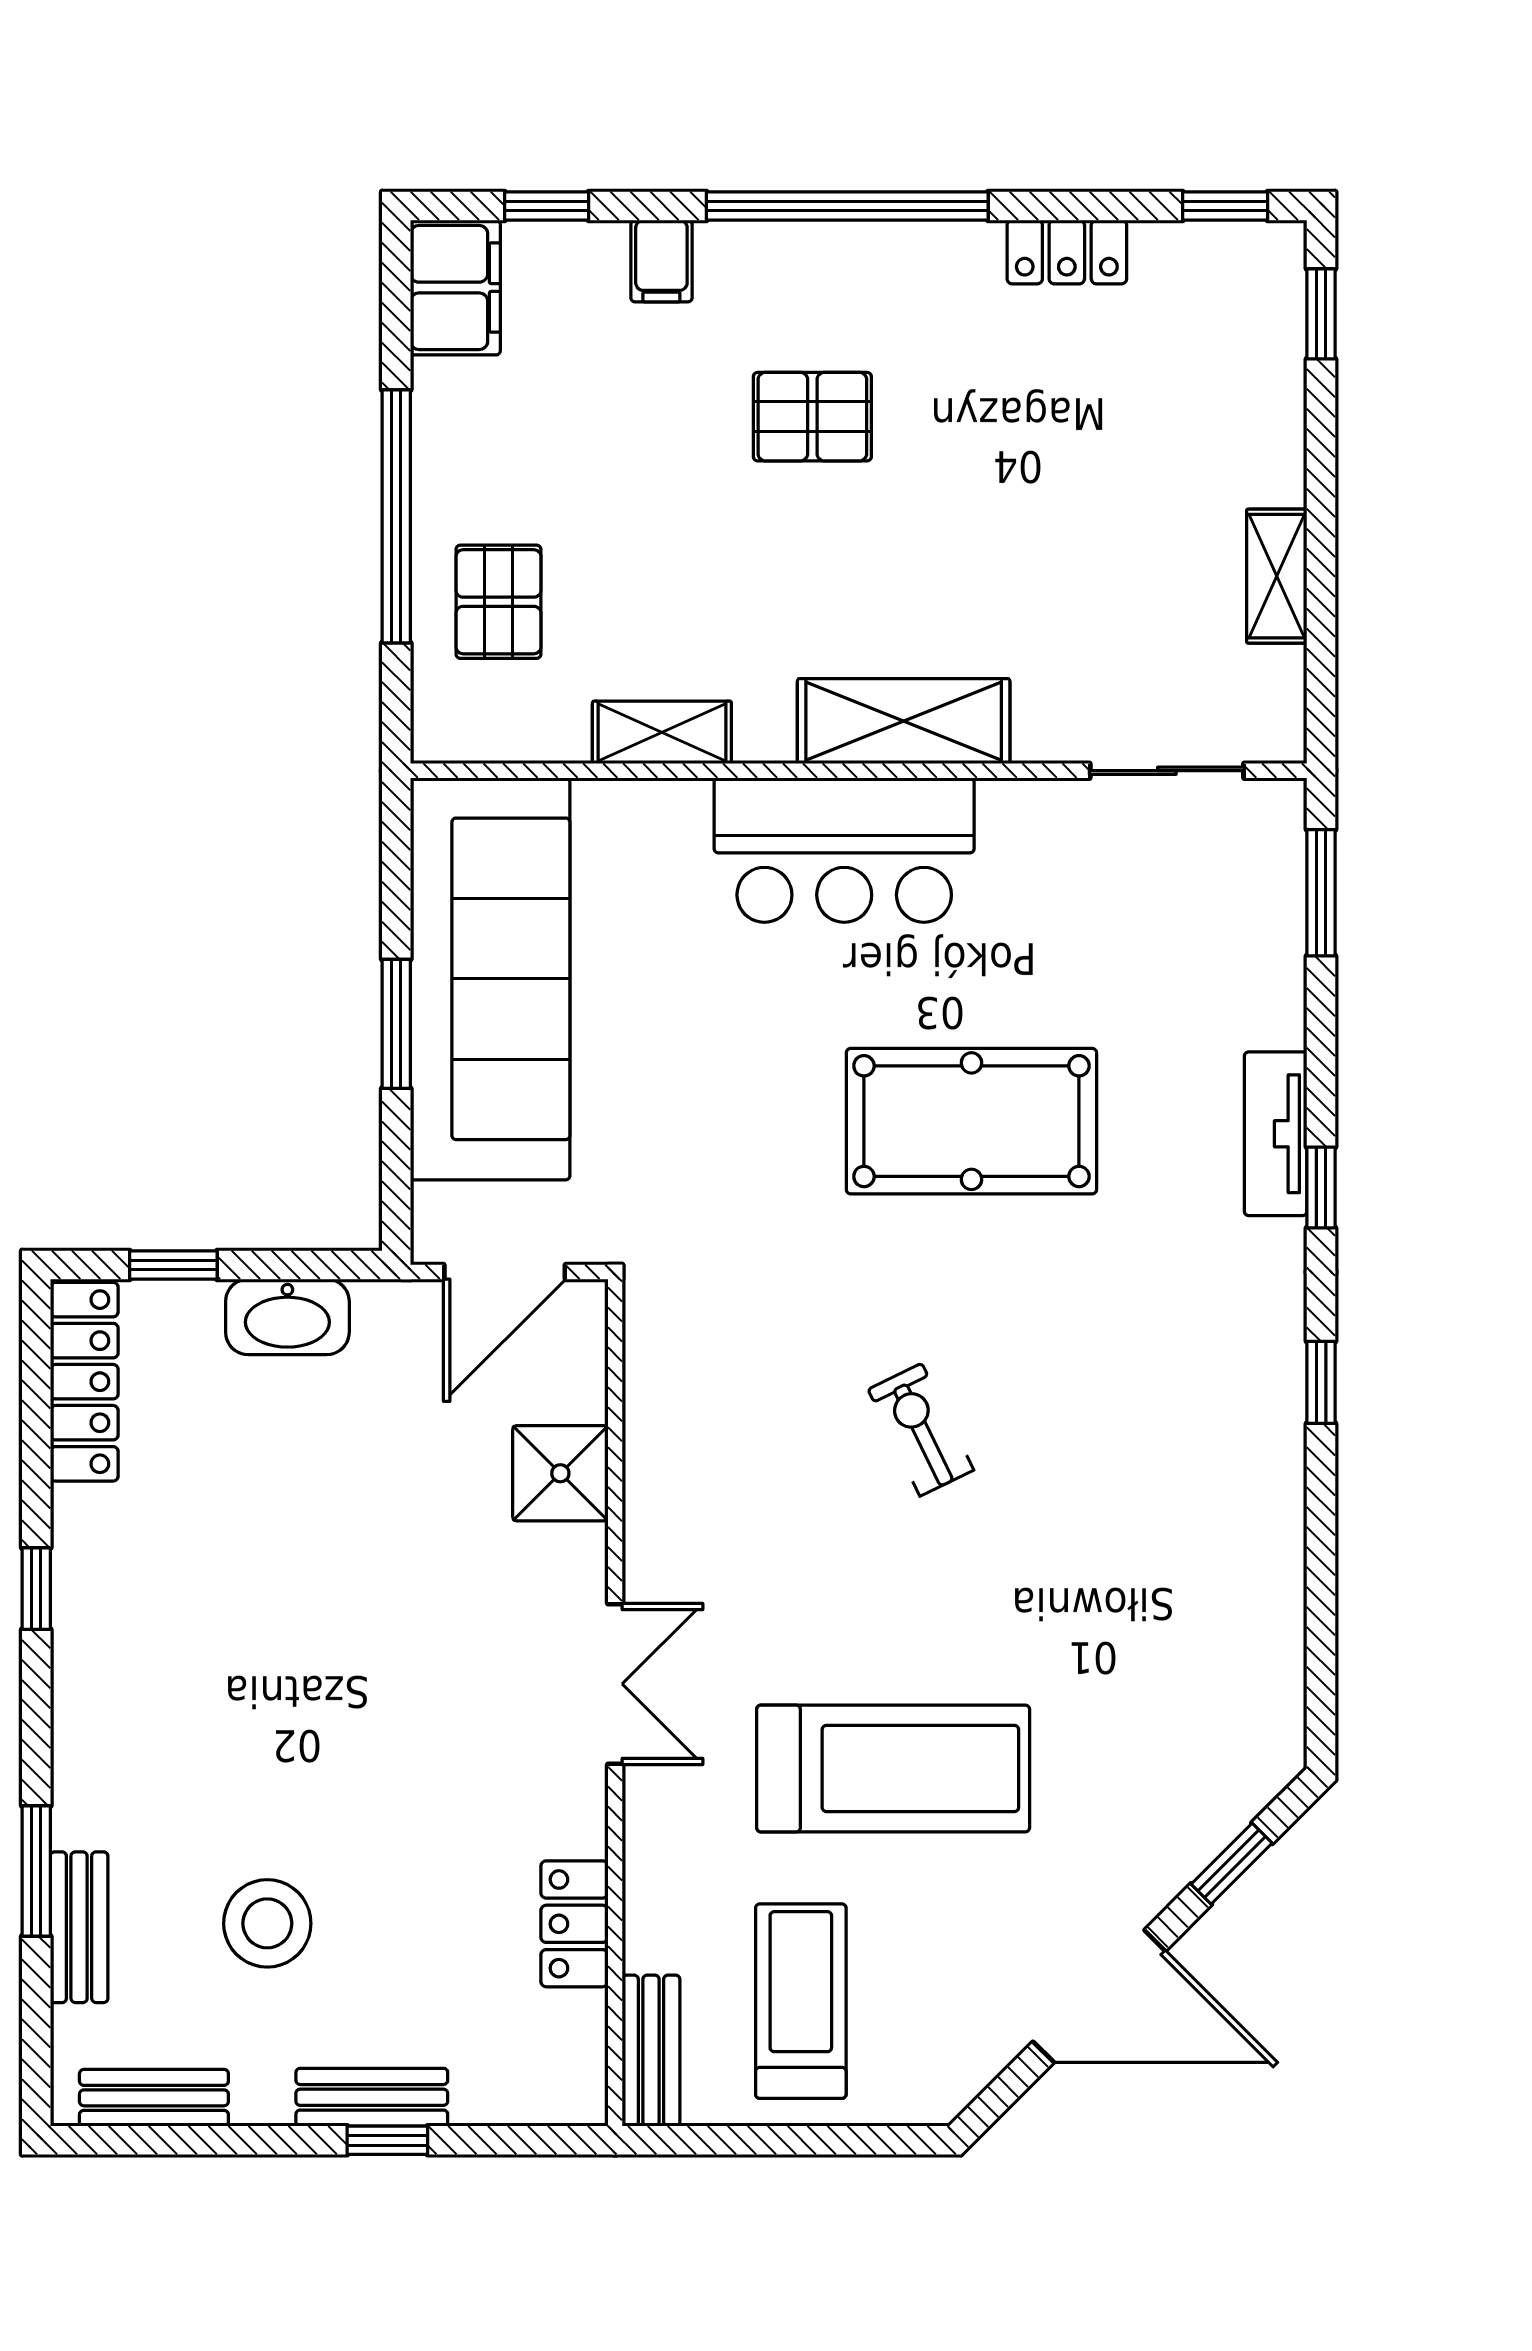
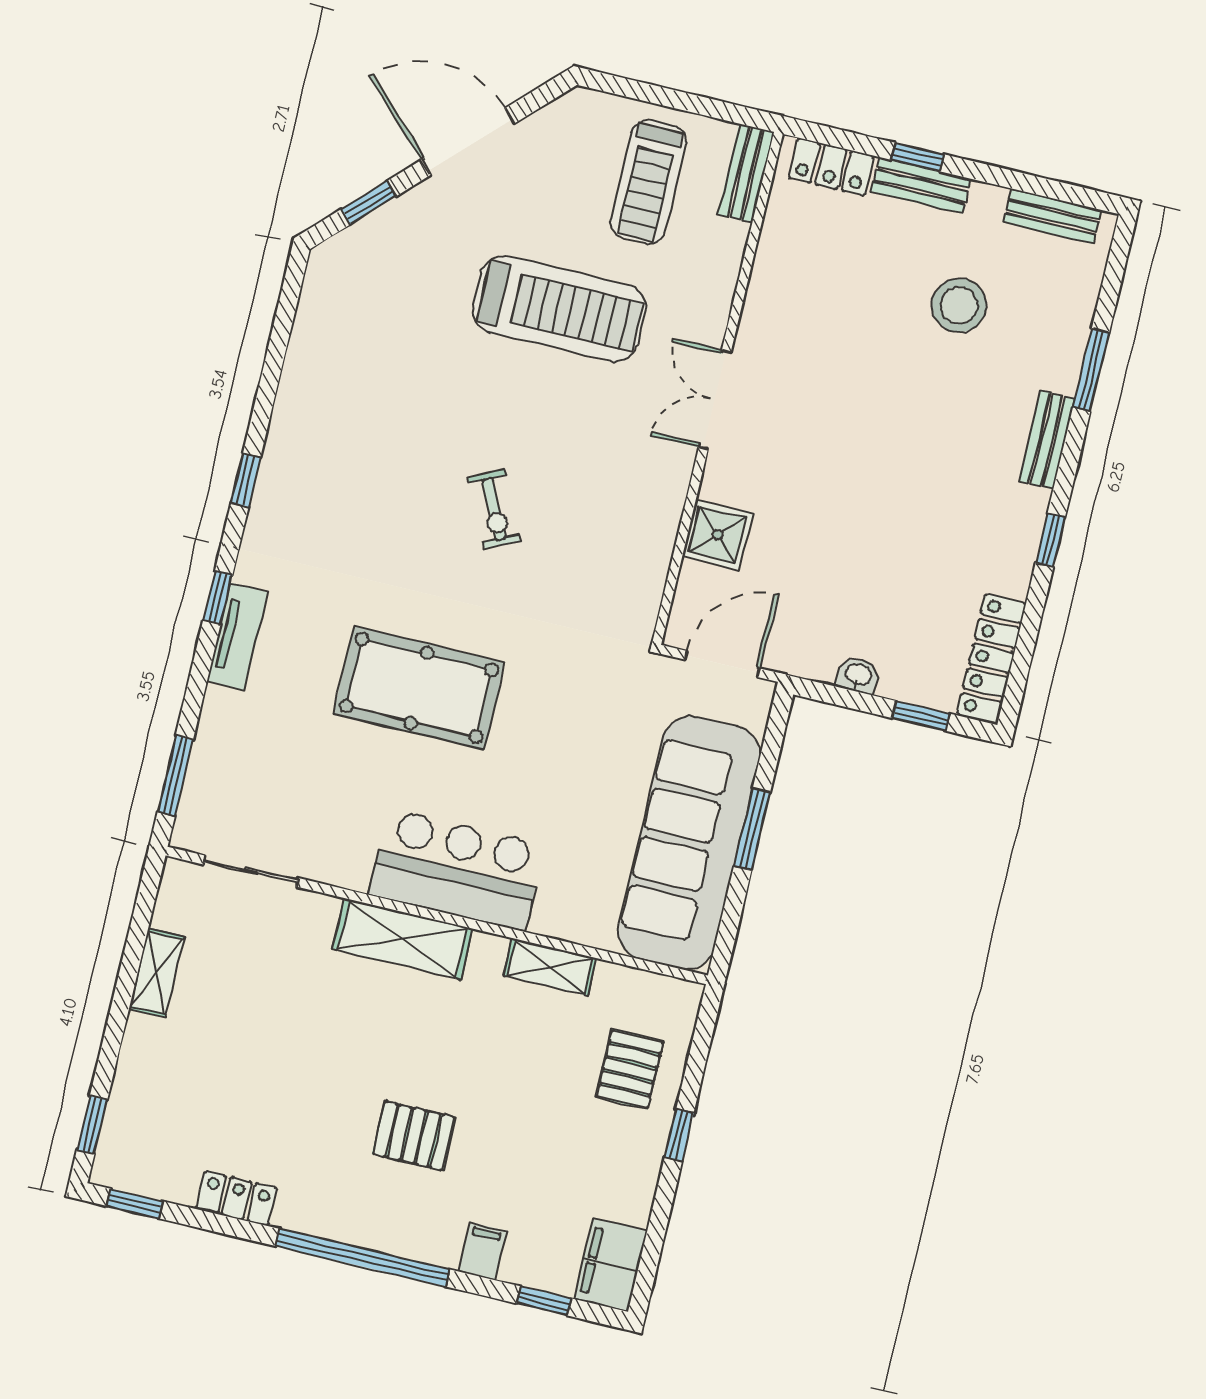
window: (396, 516) -> (679, 1135), width x0.32
washbasin: (287, 1317) -> (858, 675), width x0.52, depth x0.69
treadmill: (893, 1768) -> (559, 309), turned 180
locker: (574, 1924) -> (831, 167), moved, turned 90
bench: (79, 1927) -> (1047, 440), moved

